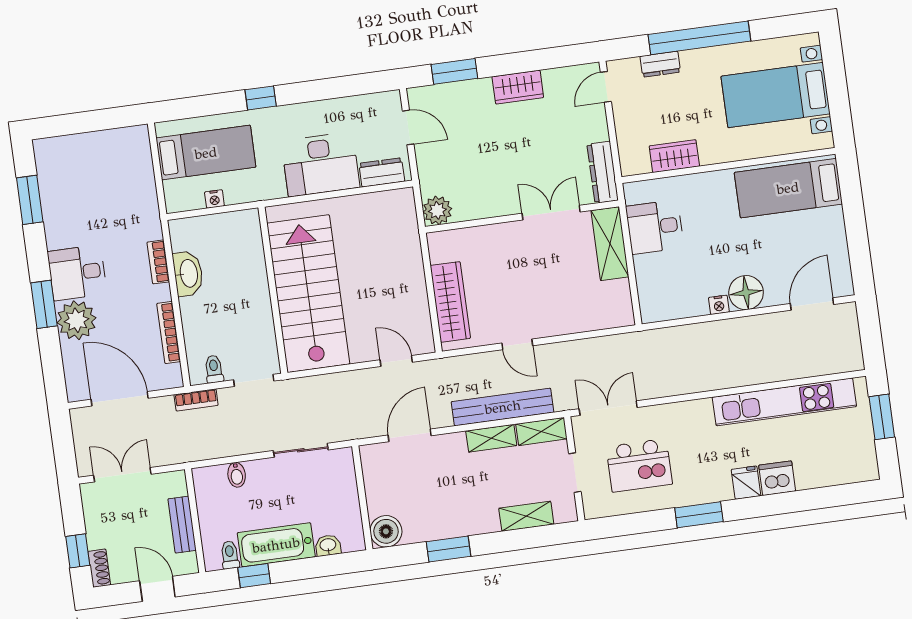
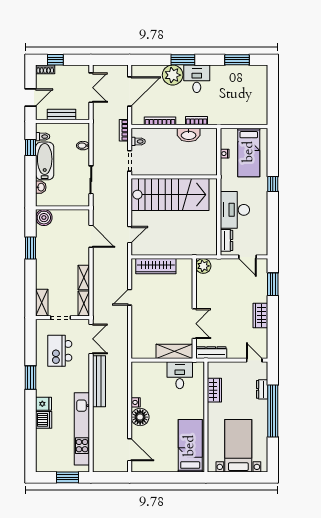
door: (408, 127) -> (247, 257), hinge flipped
bench: (503, 407) -> (99, 381), moved
shelving: (526, 516) -> (42, 303), moved

